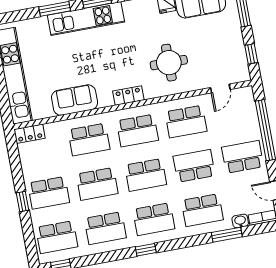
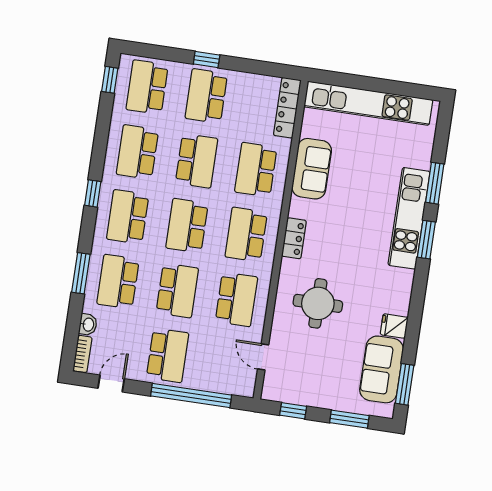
school desk: (186, 122) -> (236, 299), turned 180
locker: (30, 134) -> (287, 108), width x1.53
school desk: (97, 184) -> (197, 161), turned 180
window: (227, 235) -> (81, 273), moved

